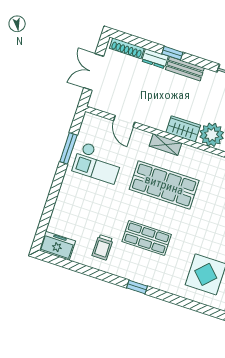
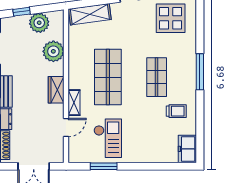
wardrobe: (183, 129) -> (56, 90), moved
shelving: (165, 144) -> (74, 103), moved
window: (137, 287) -> (200, 72), width x2.17

